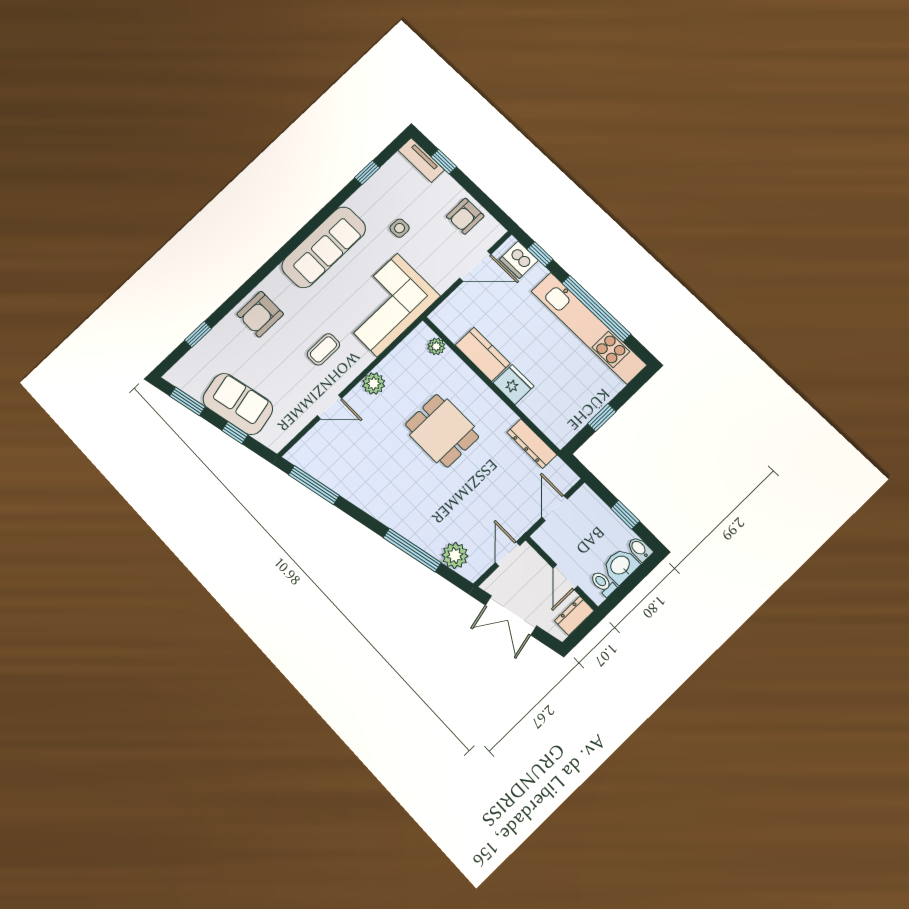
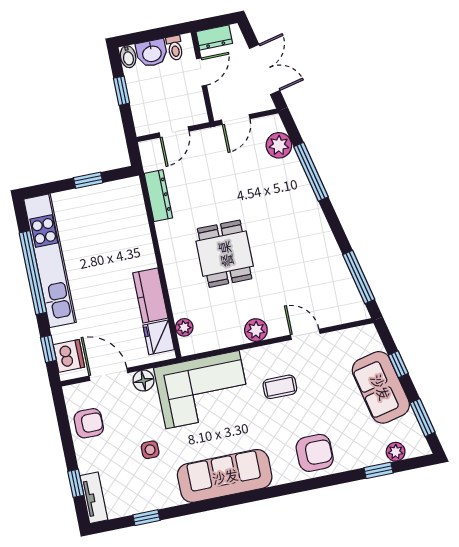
floor lamp: (442, 280) -> (143, 381), added
plant: (193, 359) -> (396, 452), added
fridge: (513, 385) -> (159, 337), moved

